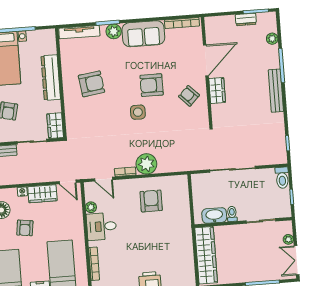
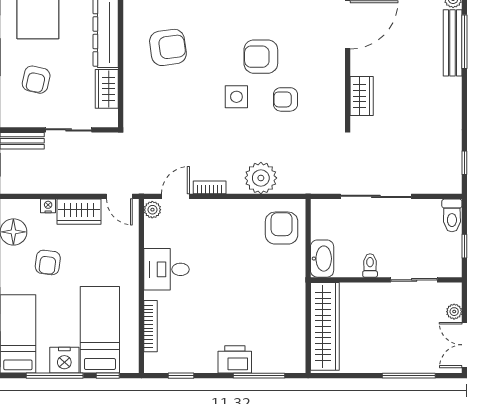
wardrobe: (217, 90) -> (362, 96), moved
bench: (276, 91) -> (453, 43), moved
armchair: (189, 96) -> (285, 99), moved, turned -45
wardrobe: (55, 126) -> (107, 89), moved
plant: (146, 164) -> (261, 178), moved
door: (104, 179) -> (175, 196), swing flipped
armchair: (151, 201) -> (282, 228), moved
plant: (91, 207) -> (152, 210), moved
washbasin: (214, 216) -> (322, 259), moved, turned 90

